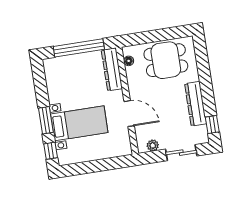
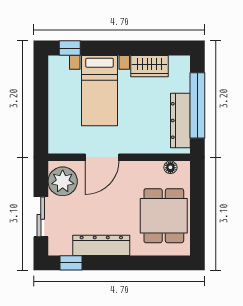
dresser: (112, 69) -> (180, 121), moved, turned -90
wardrobe: (55, 89) -> (149, 66), added
window: (46, 120) -> (110, 48), removed
plant: (153, 145) -> (63, 181), width x1.88, depth x1.88

